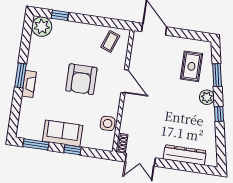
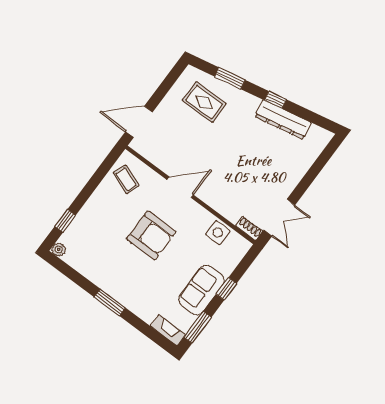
plant: (42, 27) -> (59, 249), width x0.53, depth x0.53
fireplace: (29, 84) -> (168, 330), moved
plant: (207, 97) -> (249, 103), removed
dresser: (185, 155) -> (283, 120), moved, turned -101

